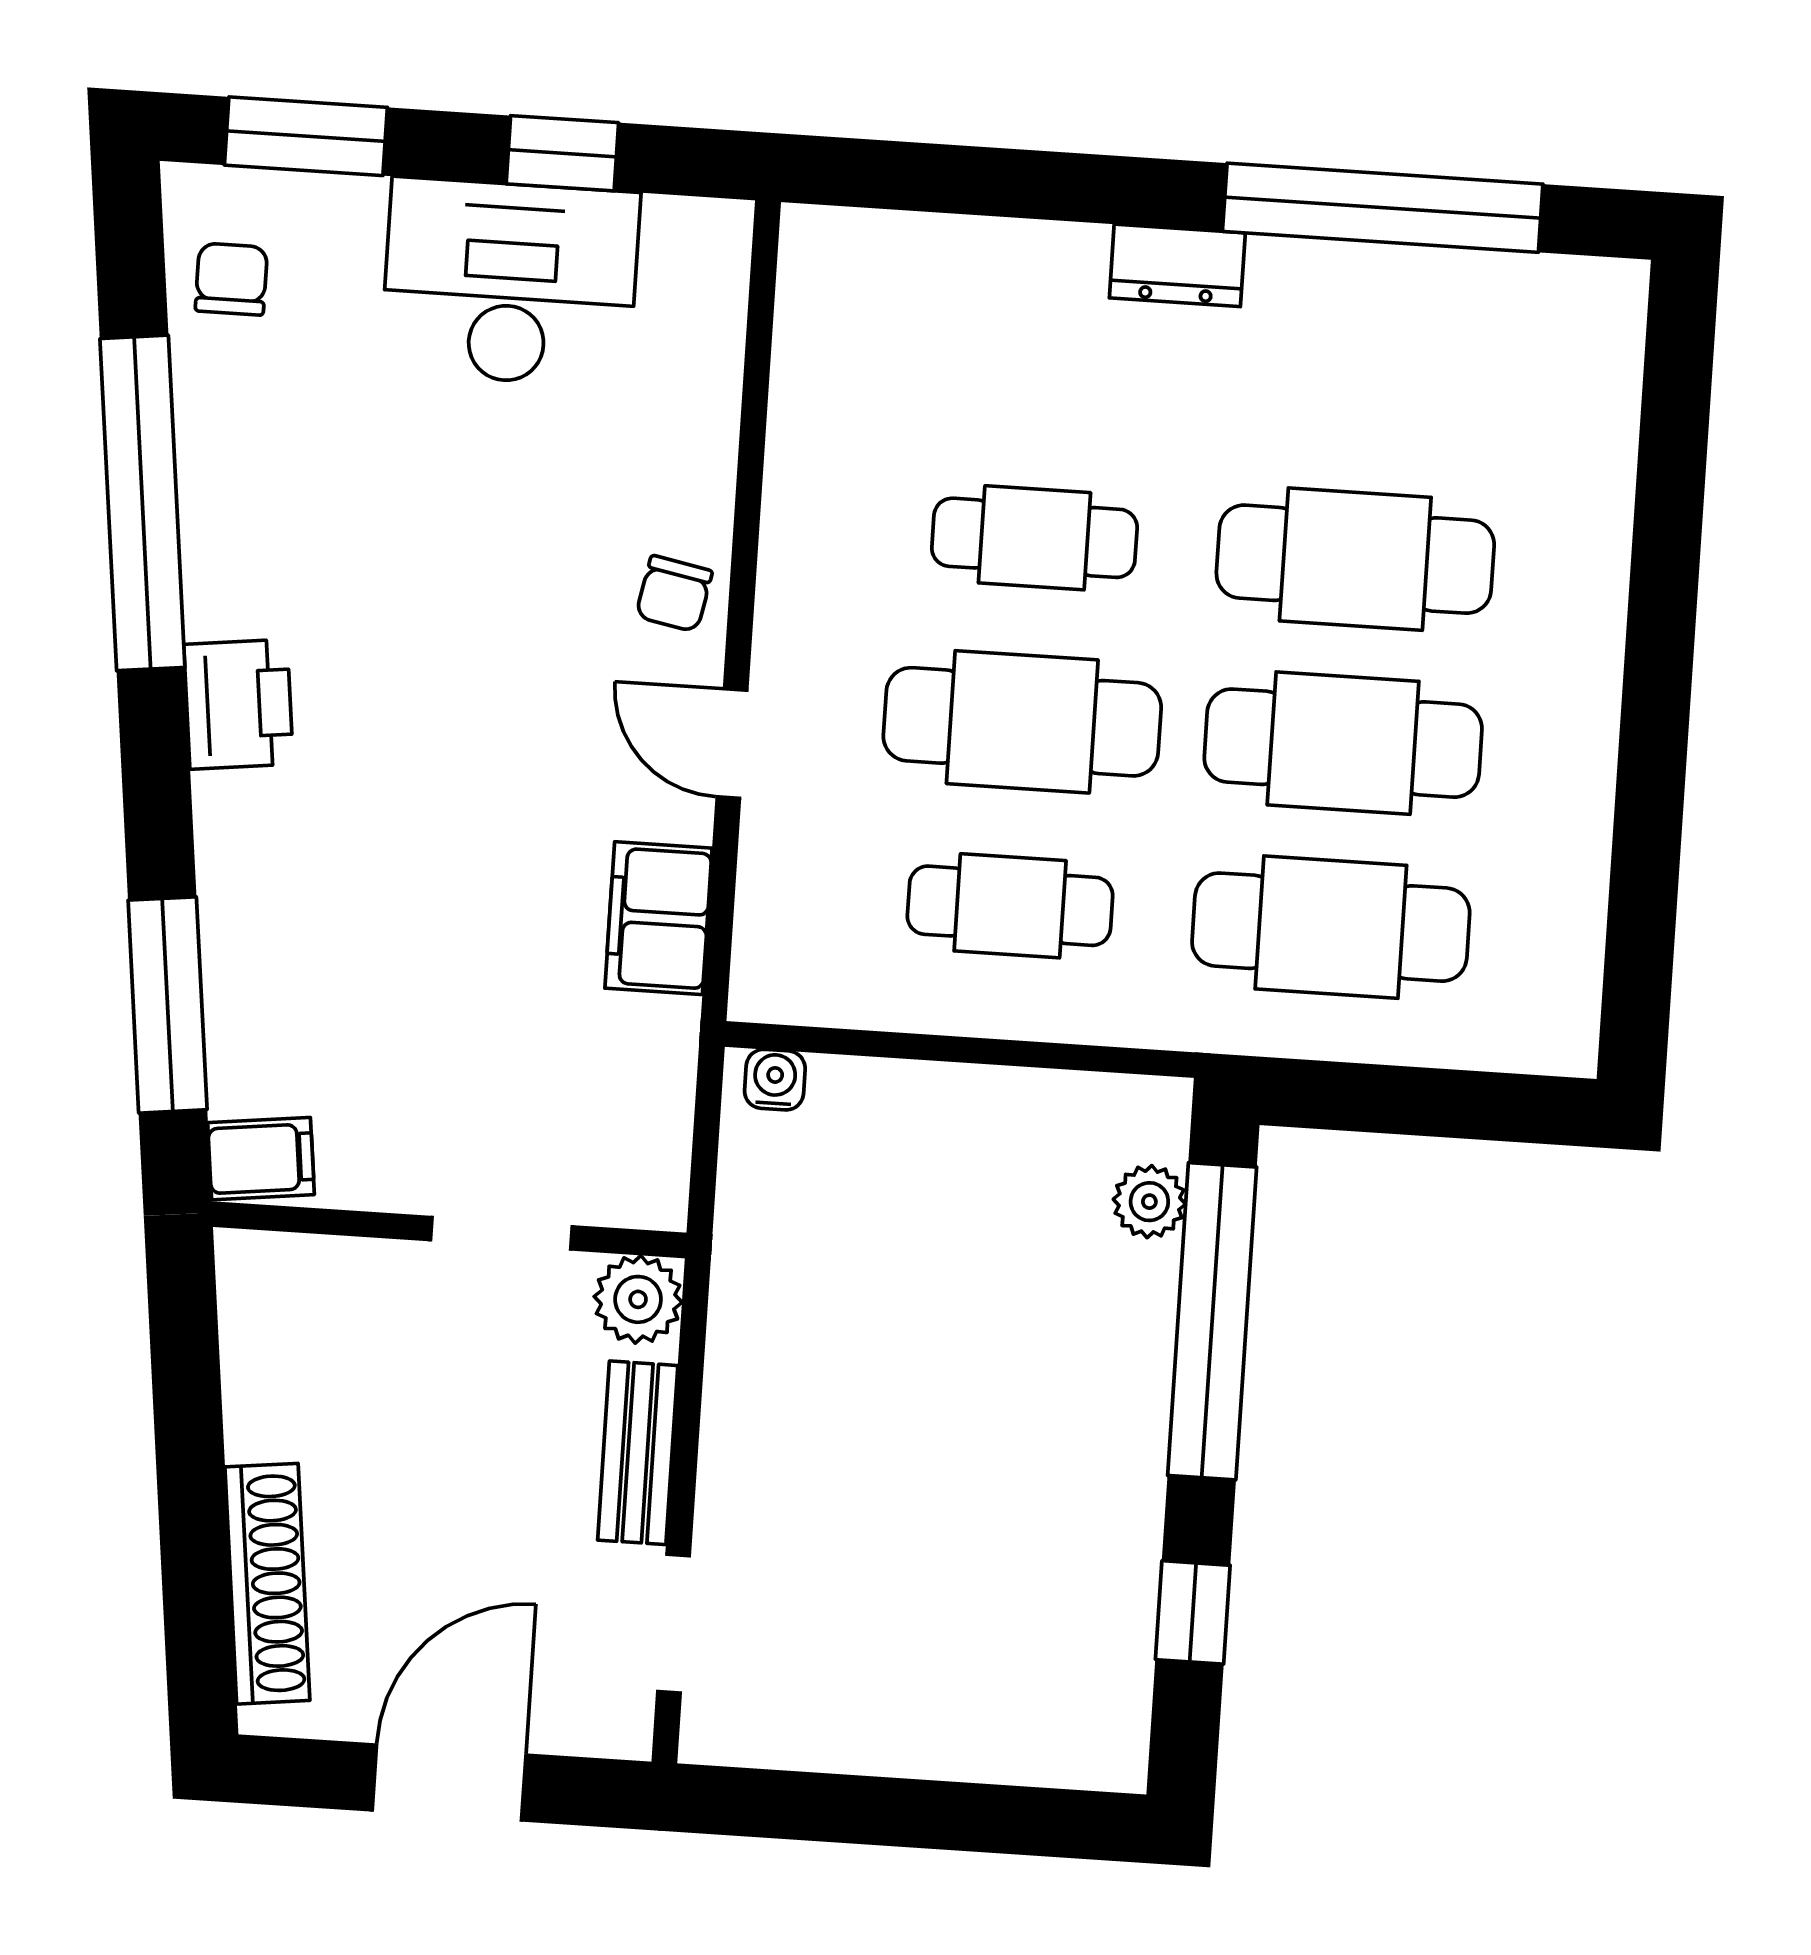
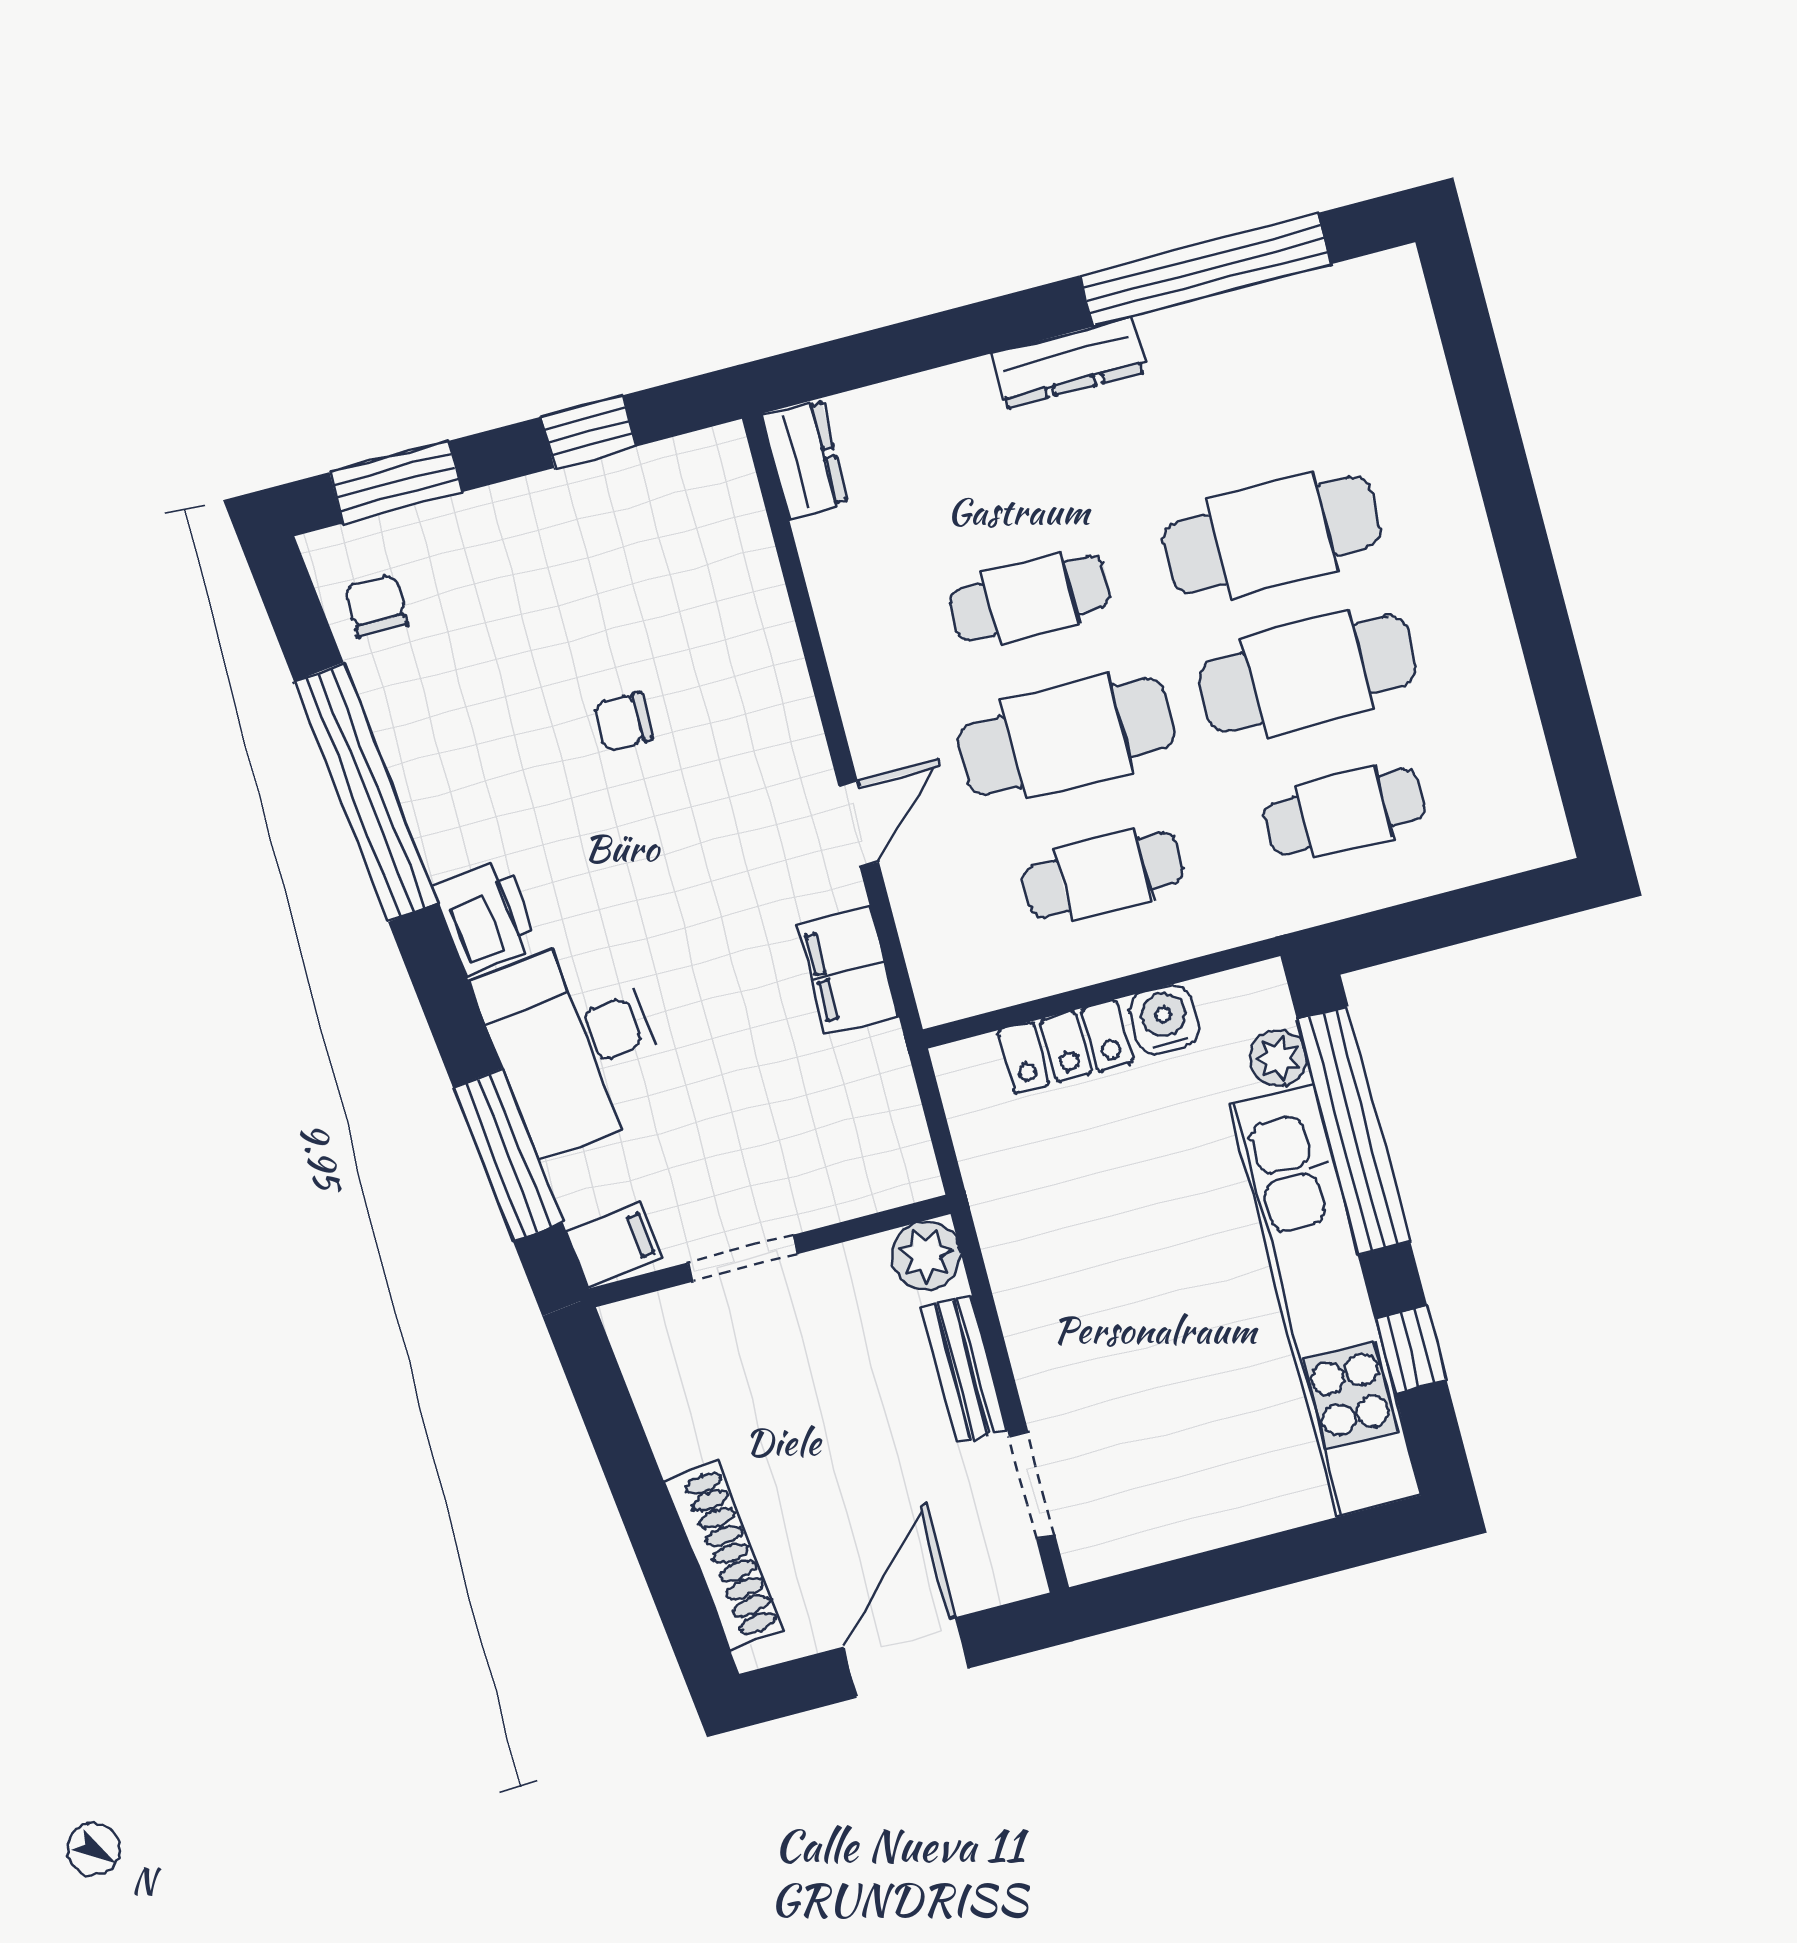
dresser: (1177, 265) -> (1068, 363), width x1.44
dresser: (816, 275) -> (805, 459), added
desk: (510, 282) -> (574, 1044), moved, turned -97
chair: (674, 594) -> (623, 722), moved, turned 79
door: (732, 744) -> (859, 824), swing flipped
cafe table: (1331, 927) -> (1344, 812), width x0.73, depth x0.74
water cooler: (775, 1080) -> (1164, 1019), moved, width x1.38, depth x1.38
locker: (894, 1101) -> (1066, 1047), added
doorway: (501, 1233) -> (742, 1258), moved
kitchen unit: (1108, 1517) -> (1325, 1300), added

